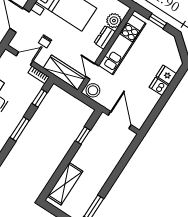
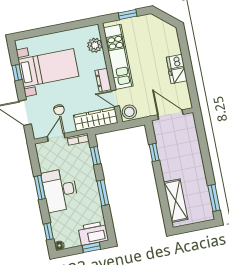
dresser: (105, 37) -> (103, 80), moved
fridge: (166, 75) -> (178, 76), moved

